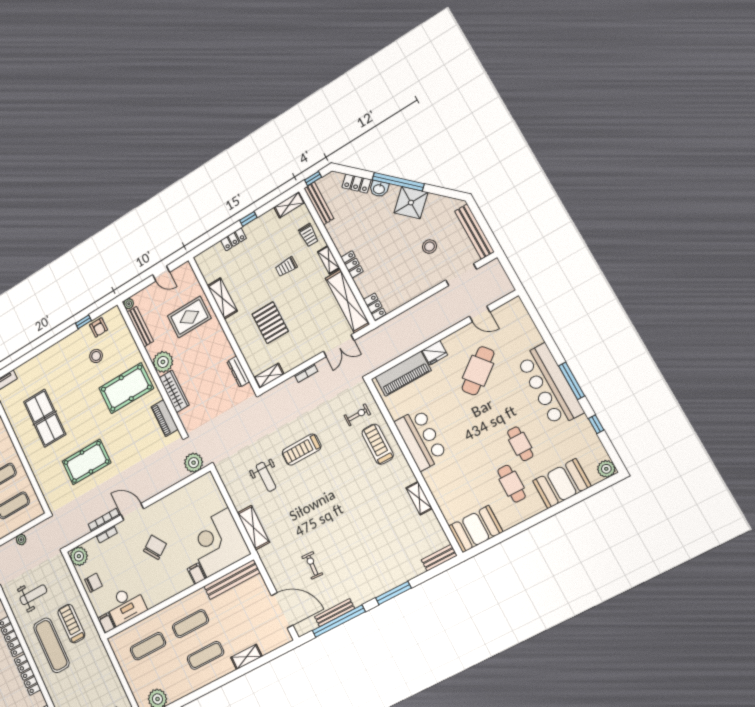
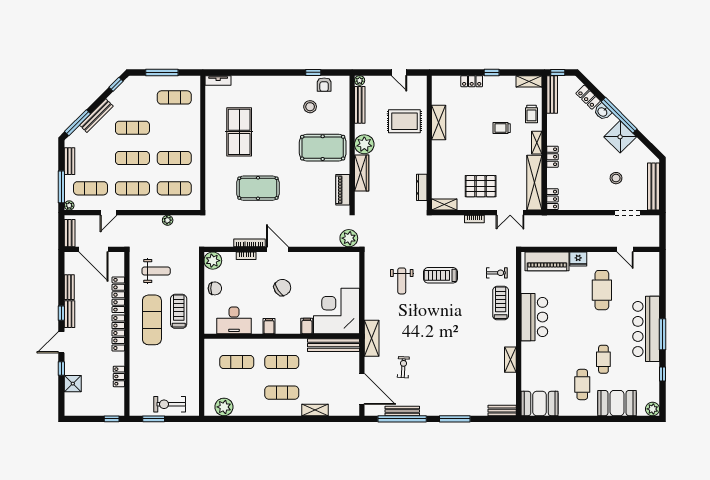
pallet: (270, 323) -> (481, 186), moved, turned 90
cafe table: (478, 371) -> (602, 290), turned -51
shelving: (253, 528) -> (372, 338), moved
filing cabinet: (107, 623) -> (269, 326), moved

